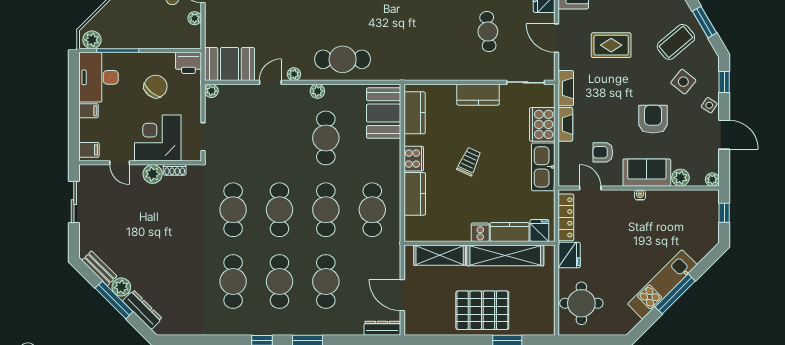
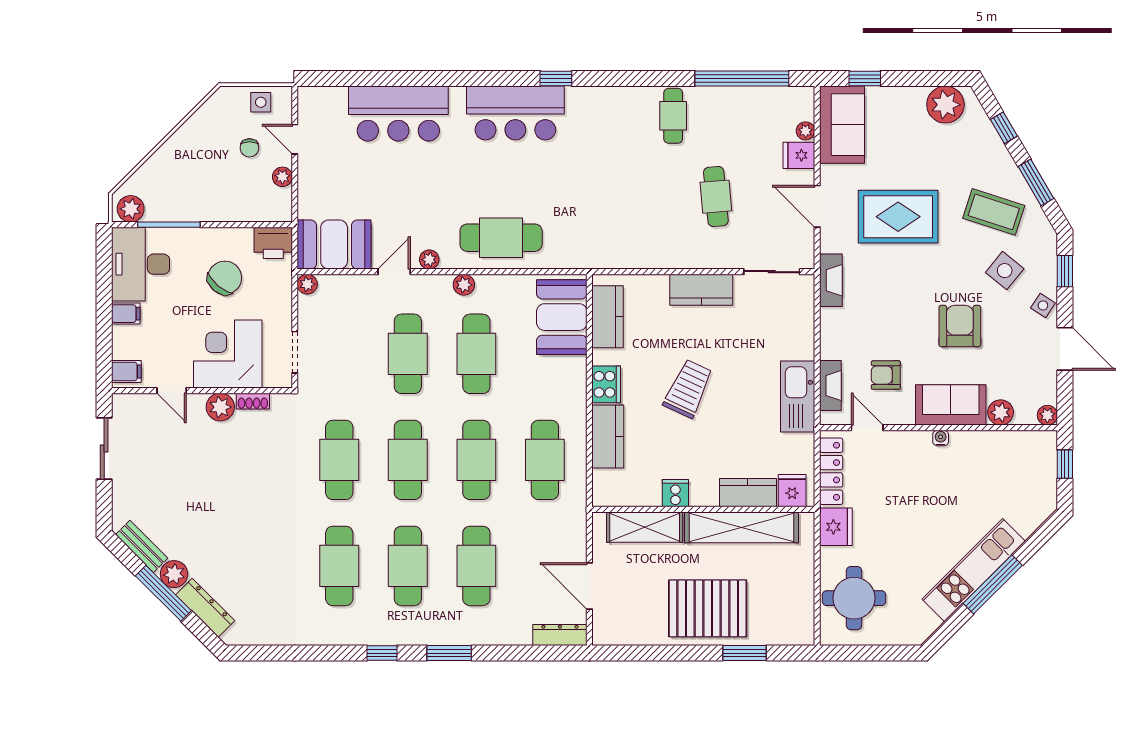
coffee table: (676, 42) -> (994, 212), turned 58
rug: (611, 45) -> (898, 217), width x1.36, depth x1.43
cooker: (542, 124) -> (796, 334), removed
fireplace: (565, 124) -> (830, 385), moved
cafe table: (279, 138) -> (408, 354), added
trolley: (469, 162) -> (688, 389), width x1.36, depth x1.39
cooker: (480, 232) -> (675, 493), moved

